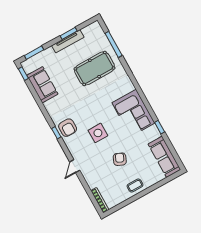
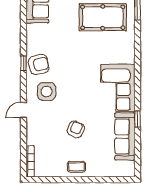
armchair: (68, 128) -> (39, 65), turned -103
side table: (98, 133) -> (47, 92), moved
sofa: (164, 157) -> (125, 136), moved

